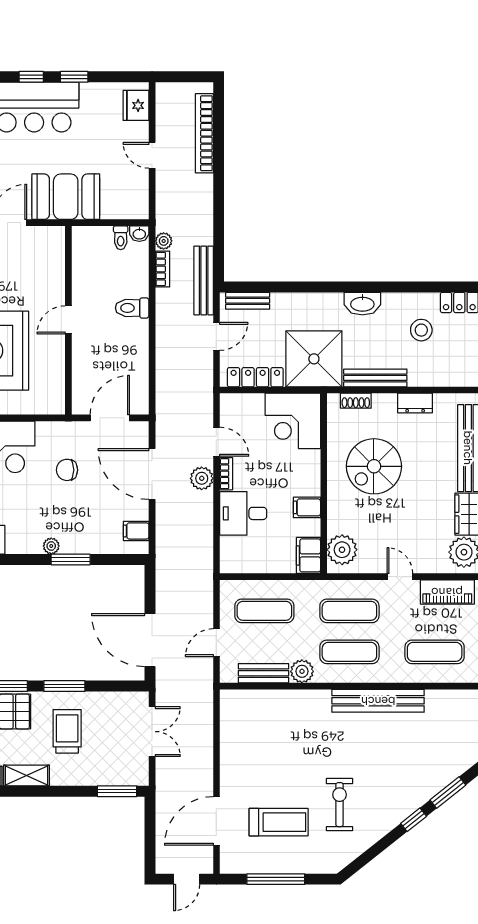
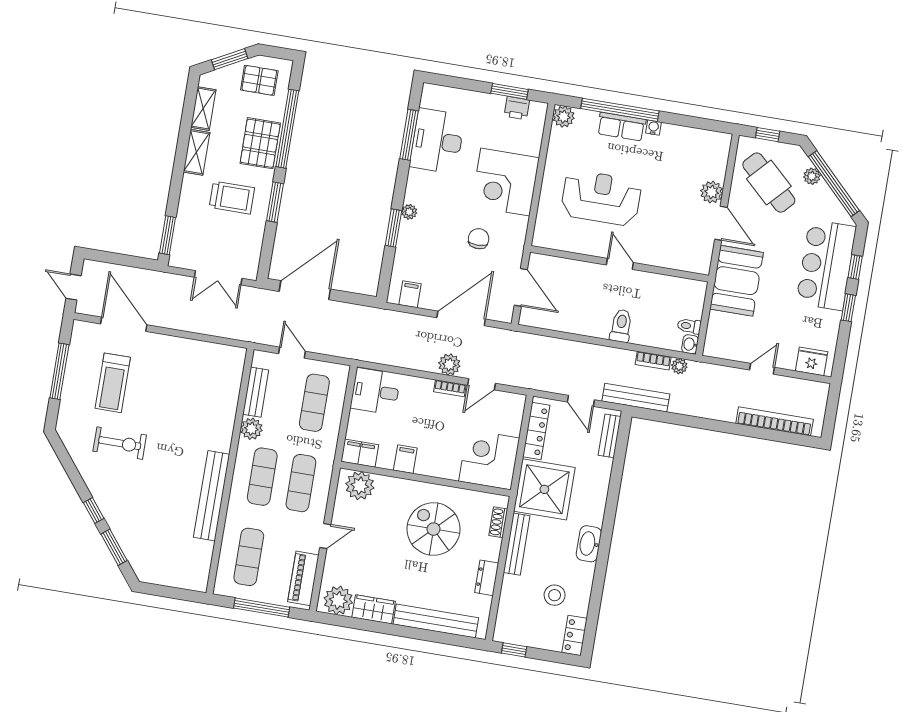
desk: (243, 513) -> (375, 391), moved, turned -90

